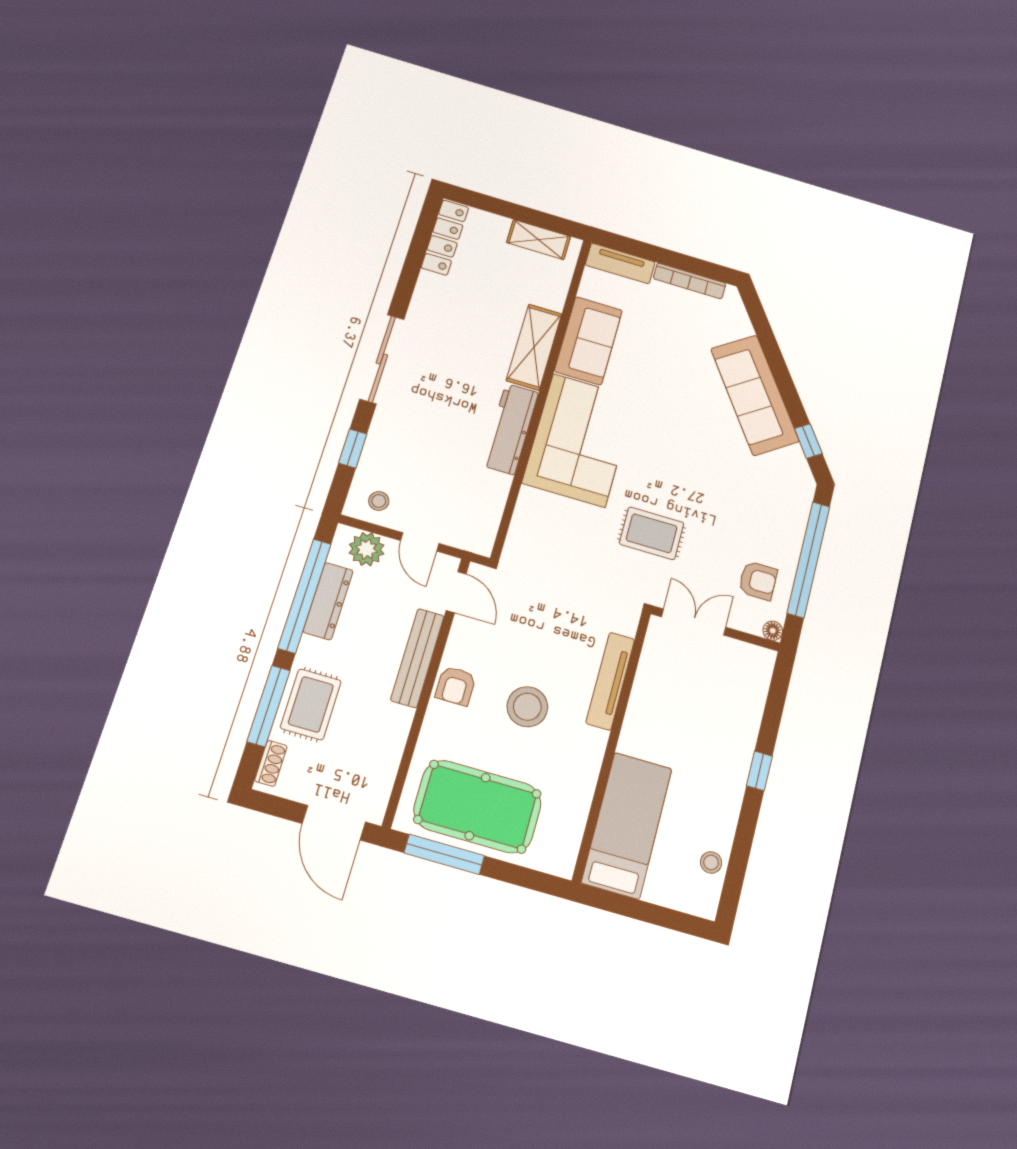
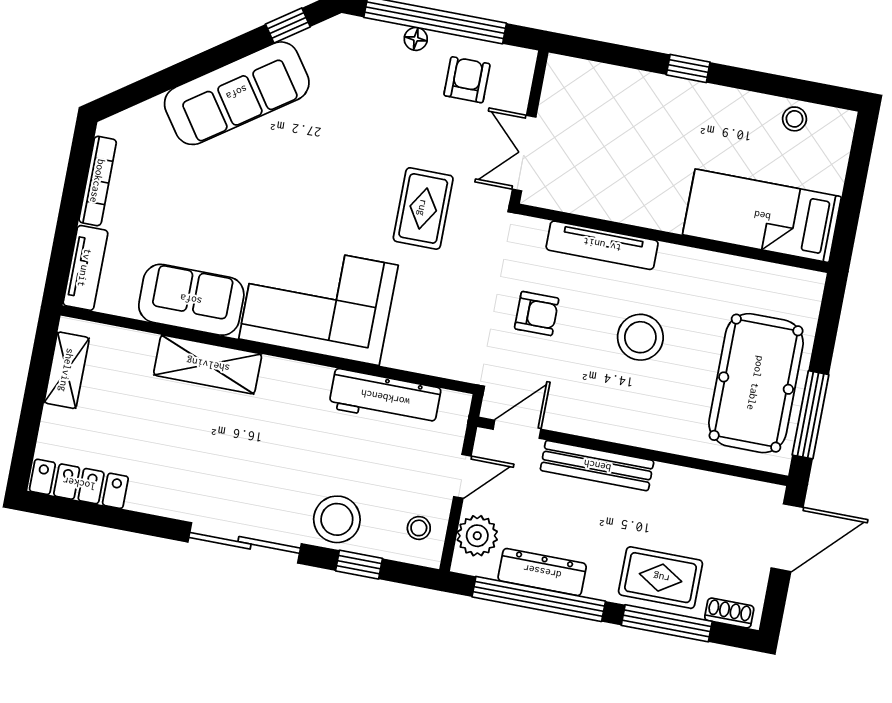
workbench: (510, 429) -> (385, 398), moved
stool: (394, 435) -> (337, 519), added
floor lamp: (773, 631) -> (416, 39), moved
armchair: (456, 686) -> (537, 314), moved

